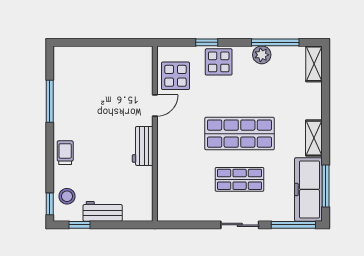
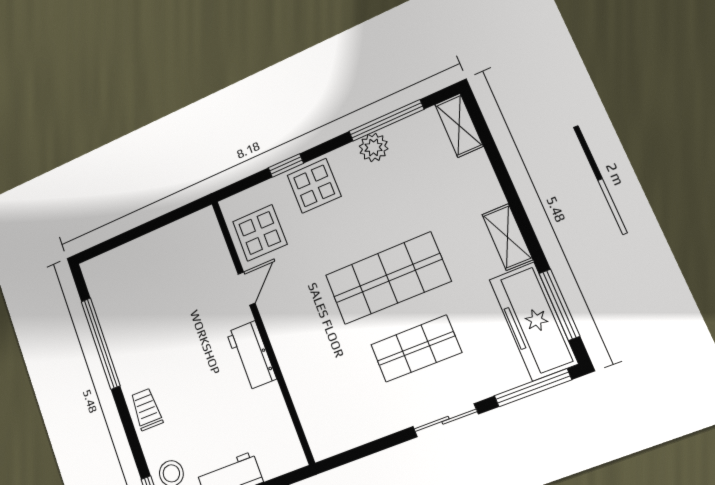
window: (50, 101) -> (101, 343), width x1.46

